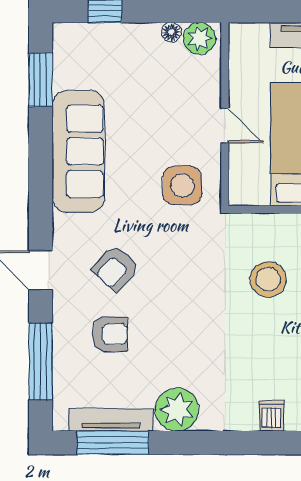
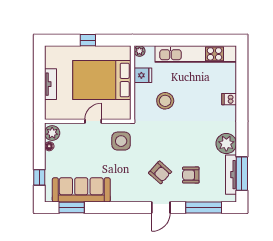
sofa: (78, 151) -> (81, 190), moved
armchair: (110, 334) -> (191, 175), turned -90

